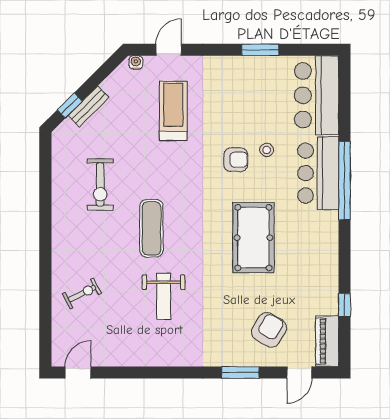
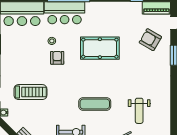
treadmill: (173, 111) -> (30, 92), turned 180
weight bench: (164, 296) -> (139, 111), moved, turned 90

